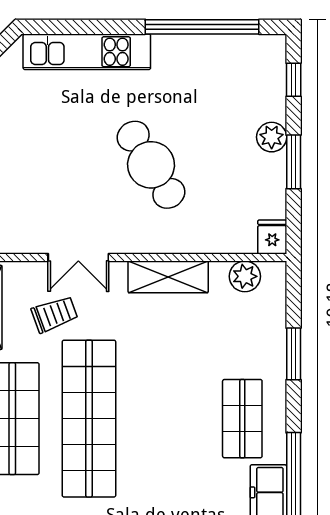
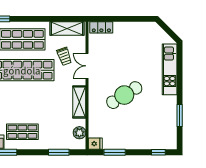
window: (202, 27) -> (180, 116), width x0.47
plant: (272, 137) -> (135, 143), removed
window: (294, 162) -> (115, 152), moved
window: (294, 354) -> (59, 152), moved

